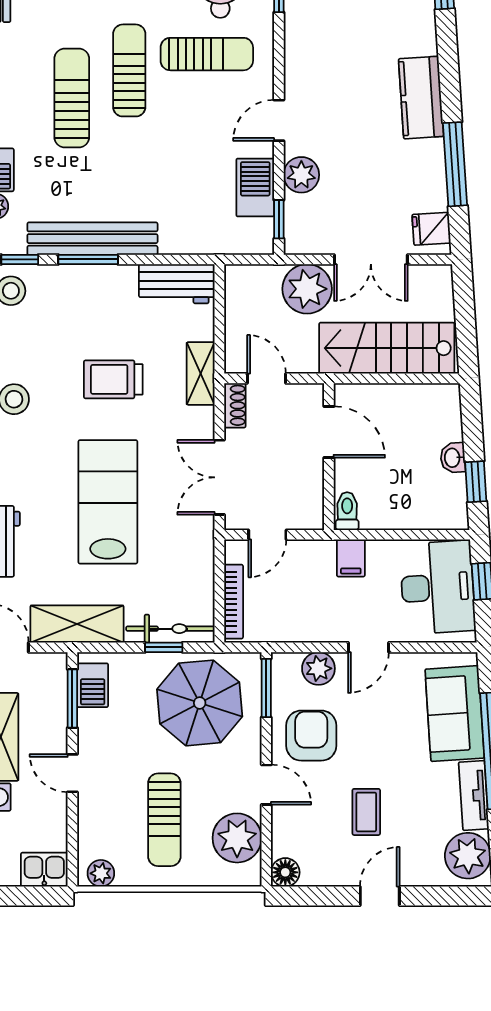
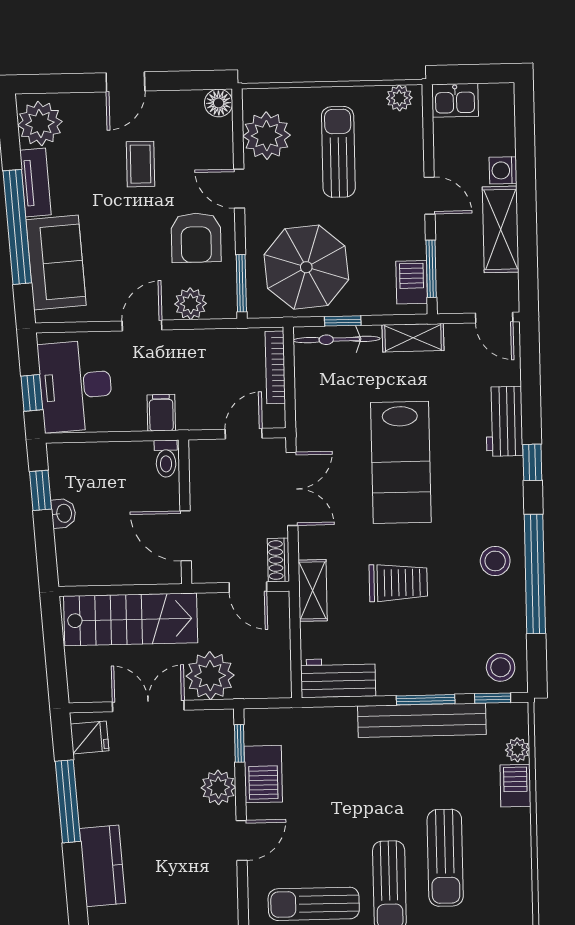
shelving: (77, 624) -> (413, 338), width x0.67, depth x0.75

